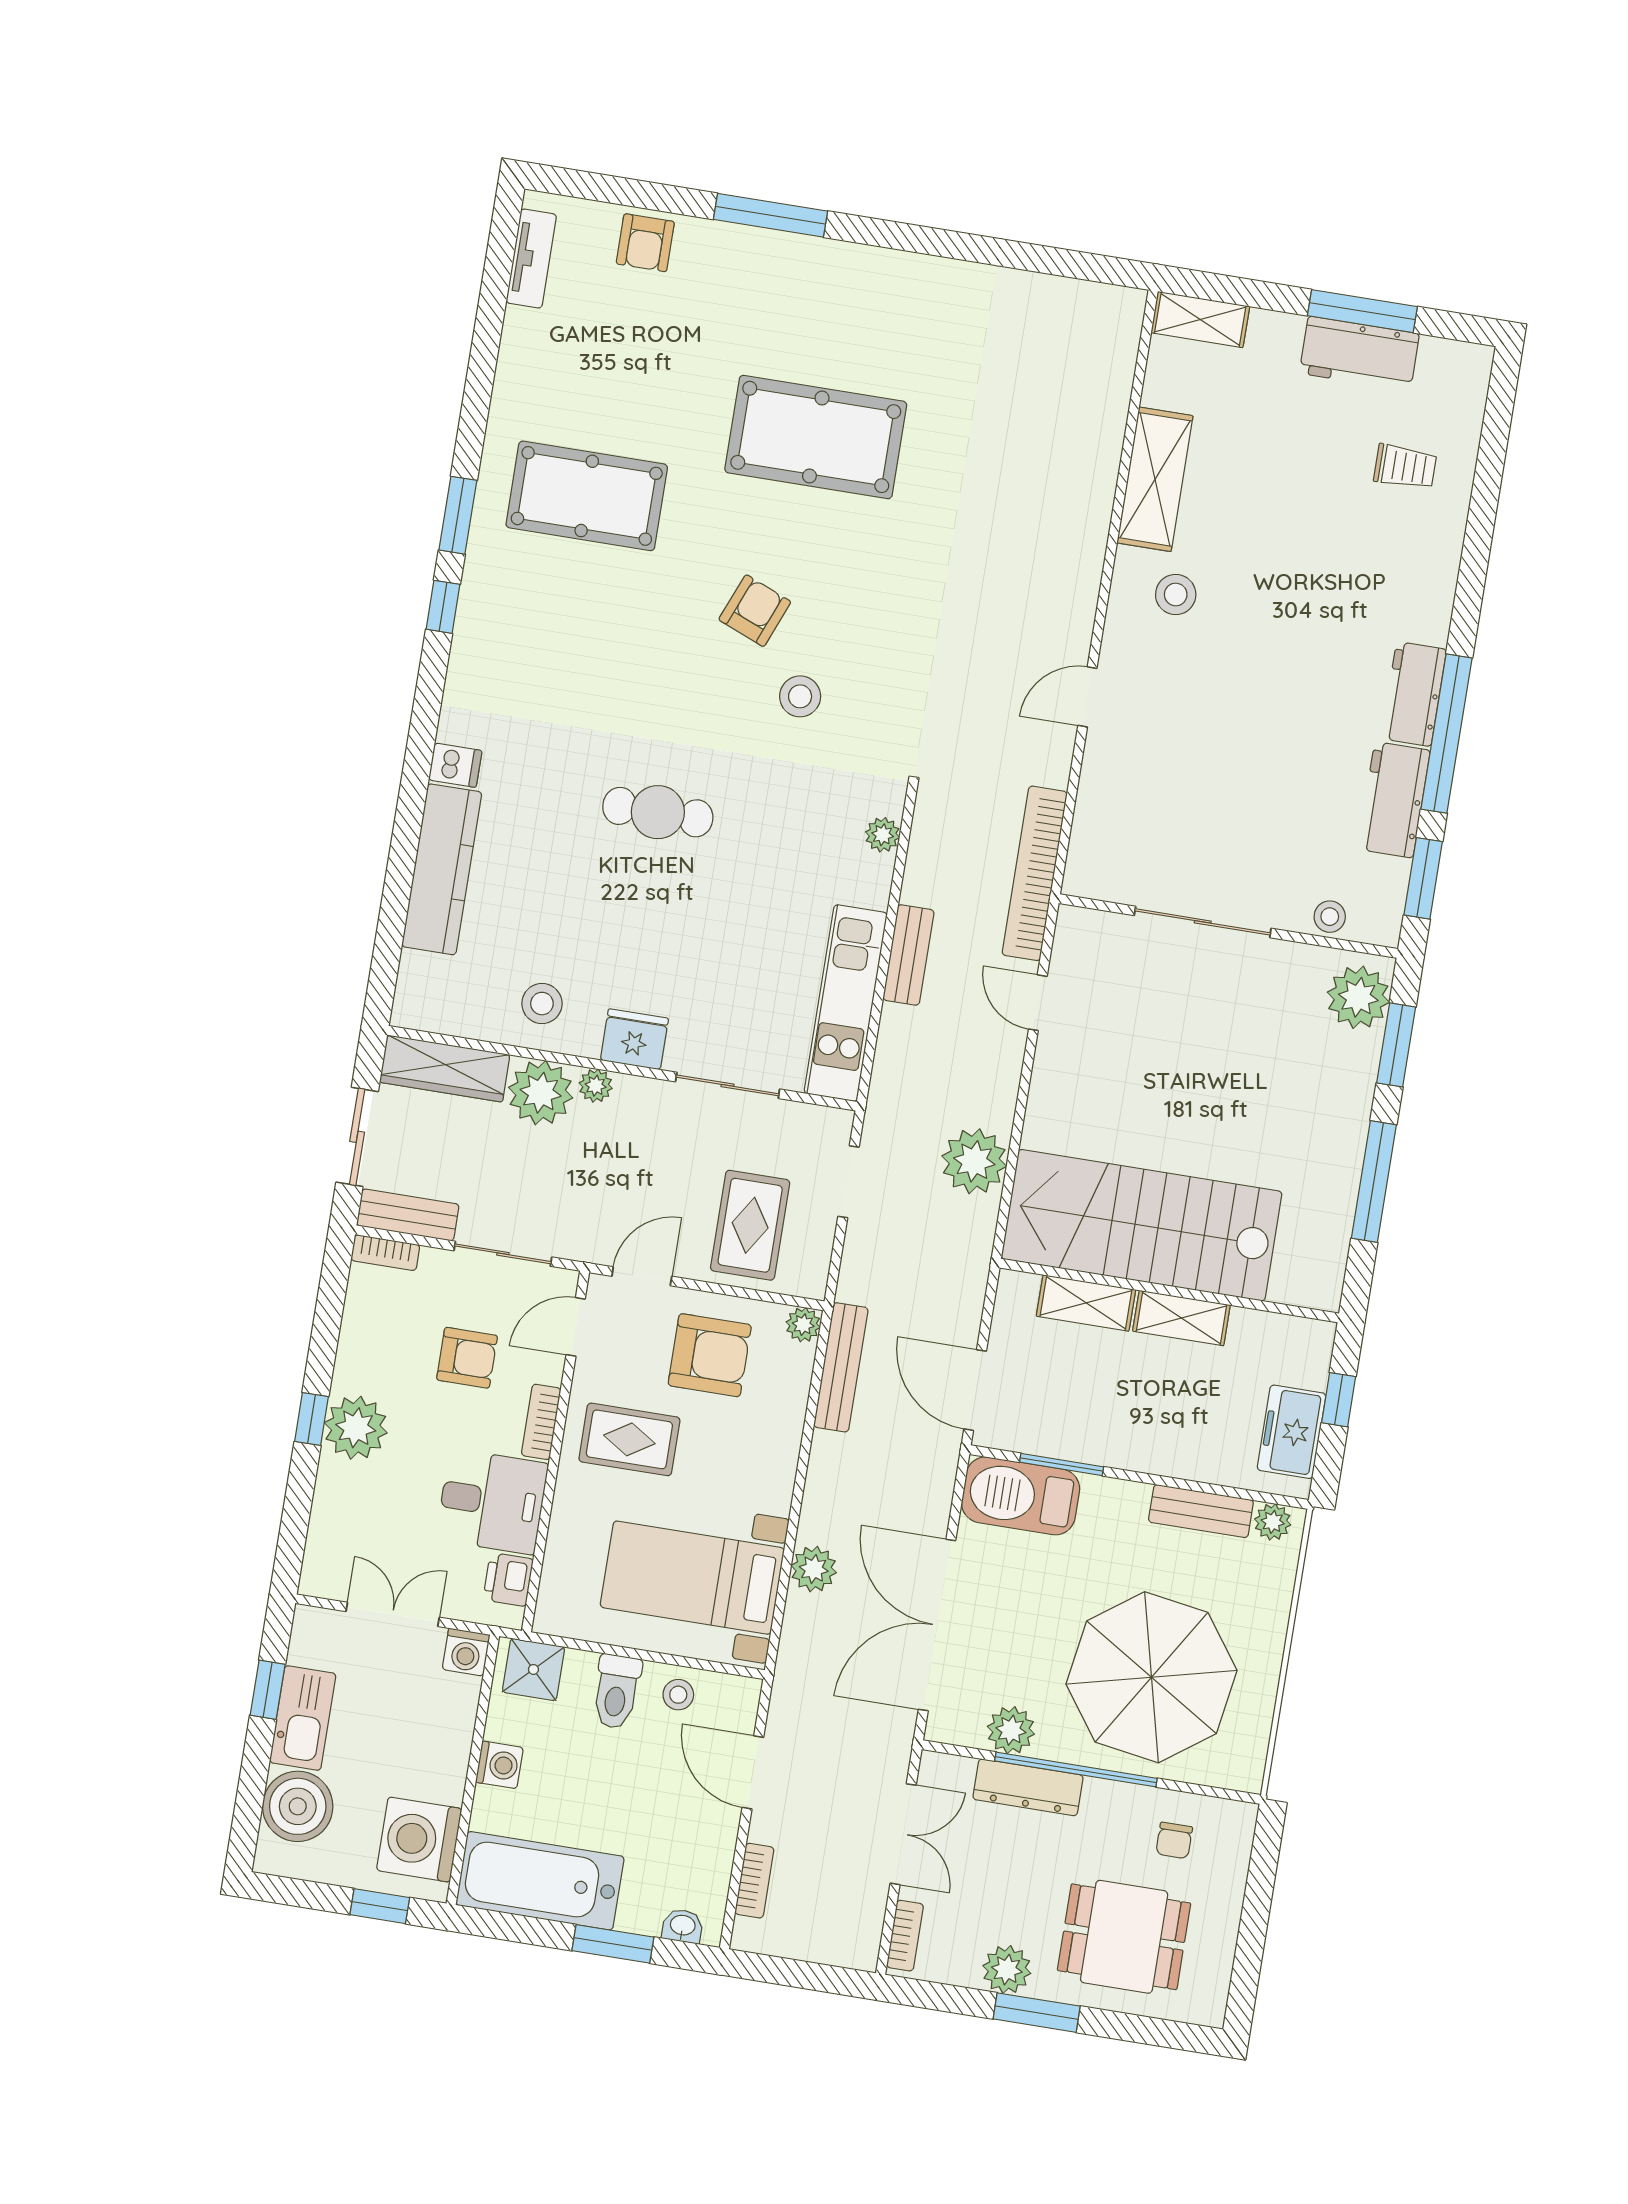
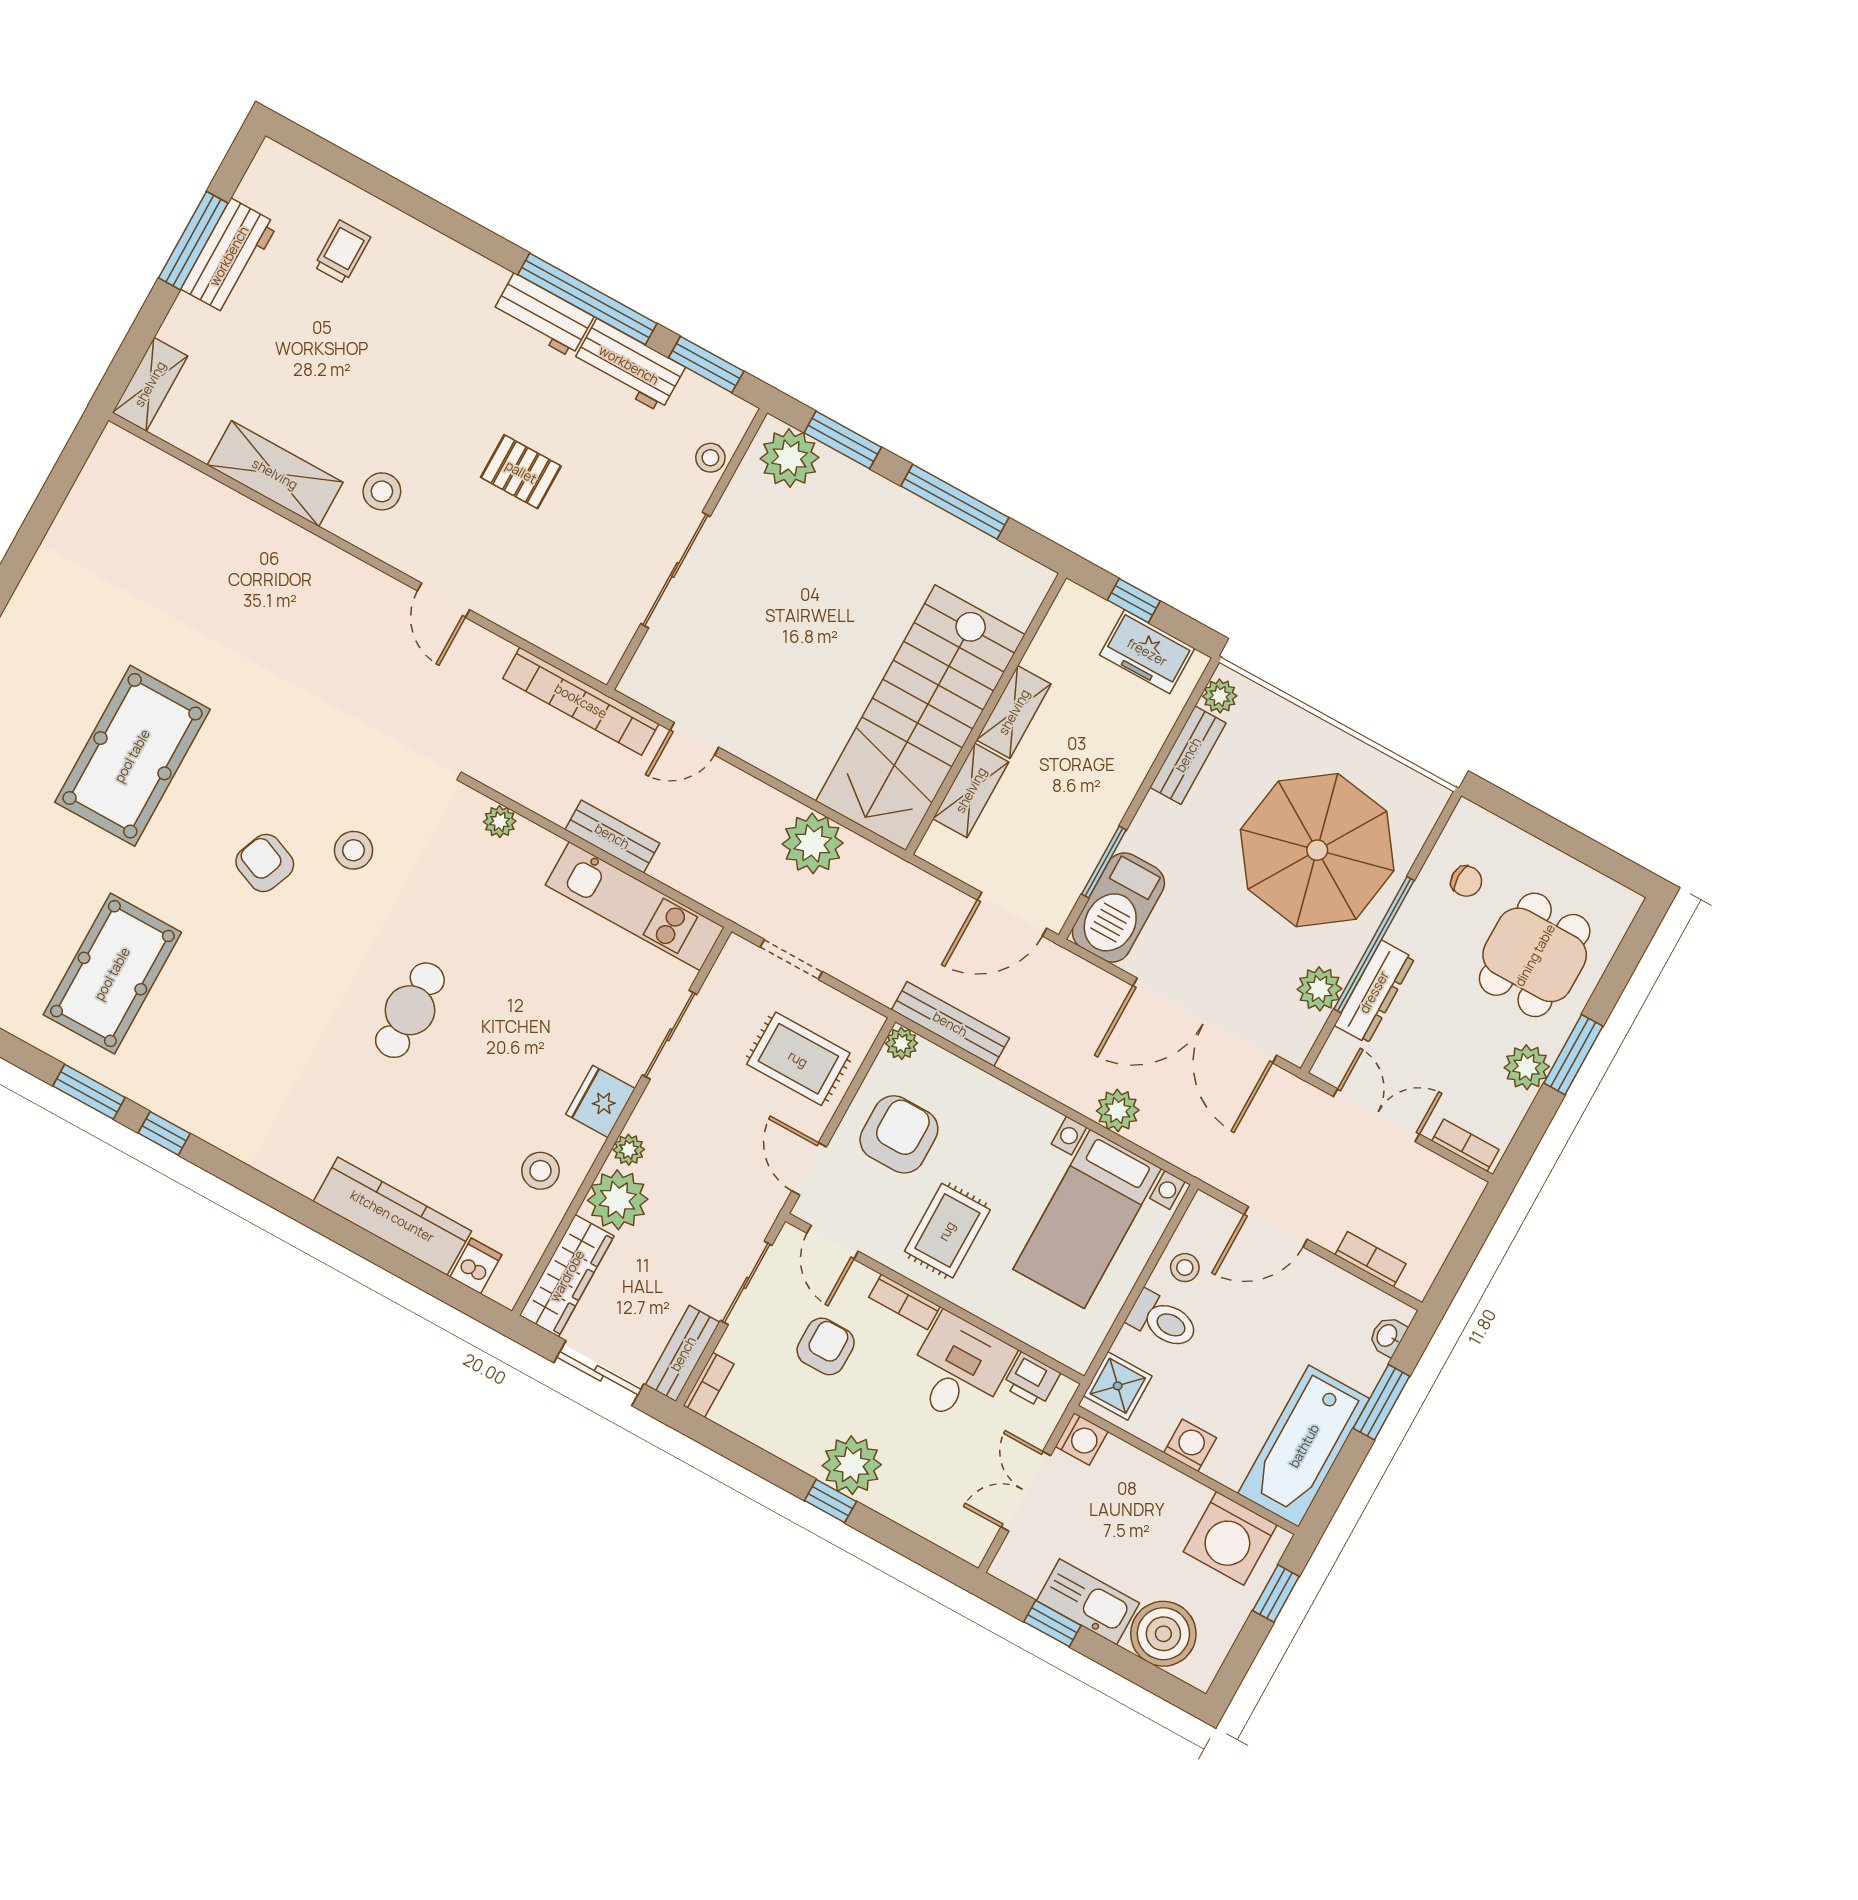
pallet: (1246, 729) -> (521, 472), added
dishwasher: (455, 765) -> (476, 1266), moved

